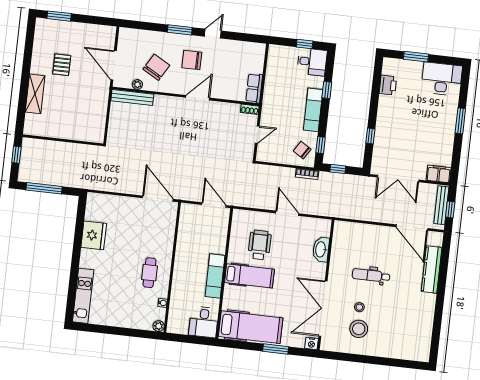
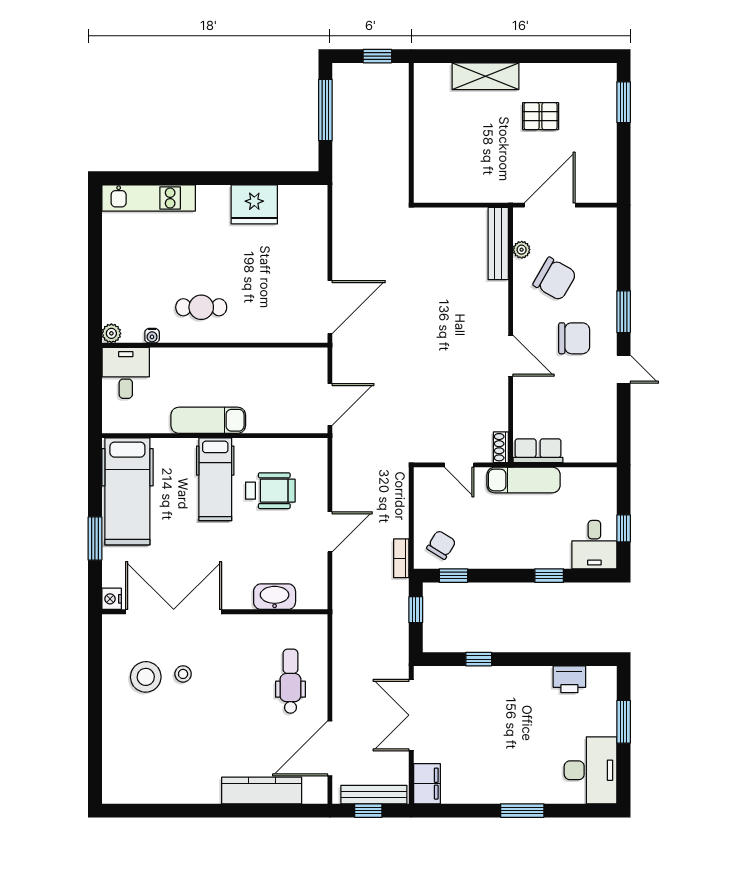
chair: (192, 60) -> (574, 338), turned 90
exam couch: (313, 110) -> (524, 480), moved, turned 180
dental chair: (371, 275) -> (290, 681), moved
desk: (204, 322) -> (126, 373), moved, turned 90

